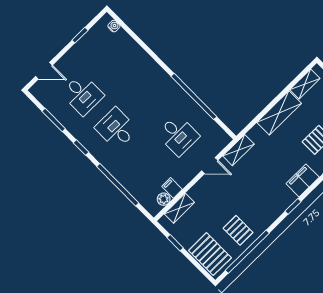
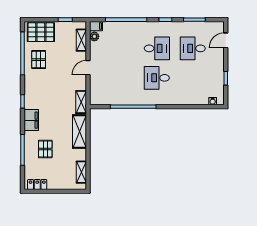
shelving: (279, 113) -> (79, 131), moved
desk: (178, 135) -> (157, 78), moved
door: (210, 166) -> (88, 68), moved
filing cabinet: (172, 188) -> (96, 26), moved
pallet: (238, 230) -> (39, 60), turned 90

